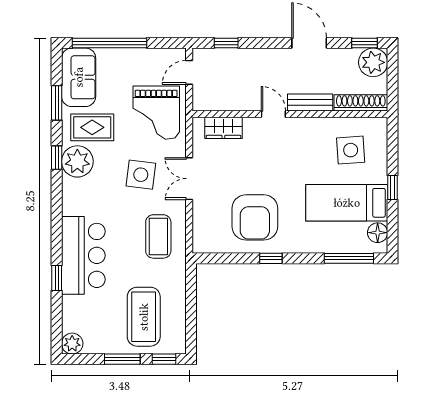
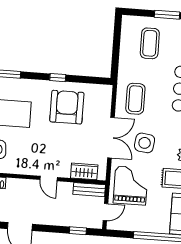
bench: (310, 103) -> (89, 190), moved
double door: (189, 179) -> (111, 138), width x1.37
coffee table: (144, 317) -> (150, 43), width x0.73, depth x0.76
window: (164, 359) -> (138, 13), removed

